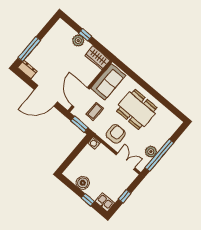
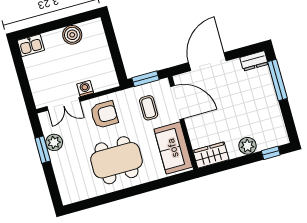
window: (85, 35) -> (271, 153), moved
armchair: (116, 134) -> (104, 115), turned -90
washing machine: (94, 143) -> (85, 88), moved
window: (159, 155) -> (43, 150), width x0.47
window: (125, 196) -> (22, 74), removed
window: (88, 200) -> (48, 27), removed

